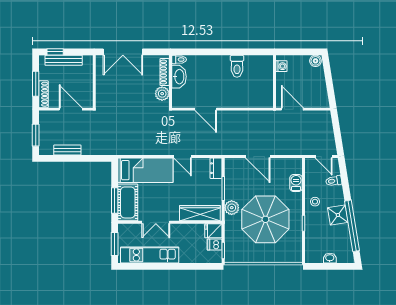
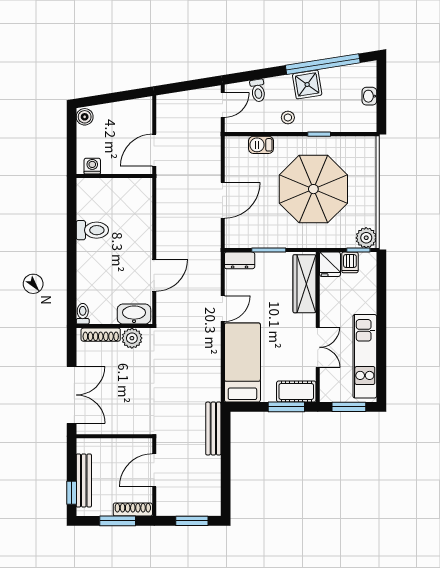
washbasin: (179, 77) -> (134, 314), moved
bench: (67, 150) -> (213, 429), moved, width x1.36
cot: (128, 202) -> (296, 391), width x0.73, depth x0.75
plant: (232, 208) -> (366, 238), moved

